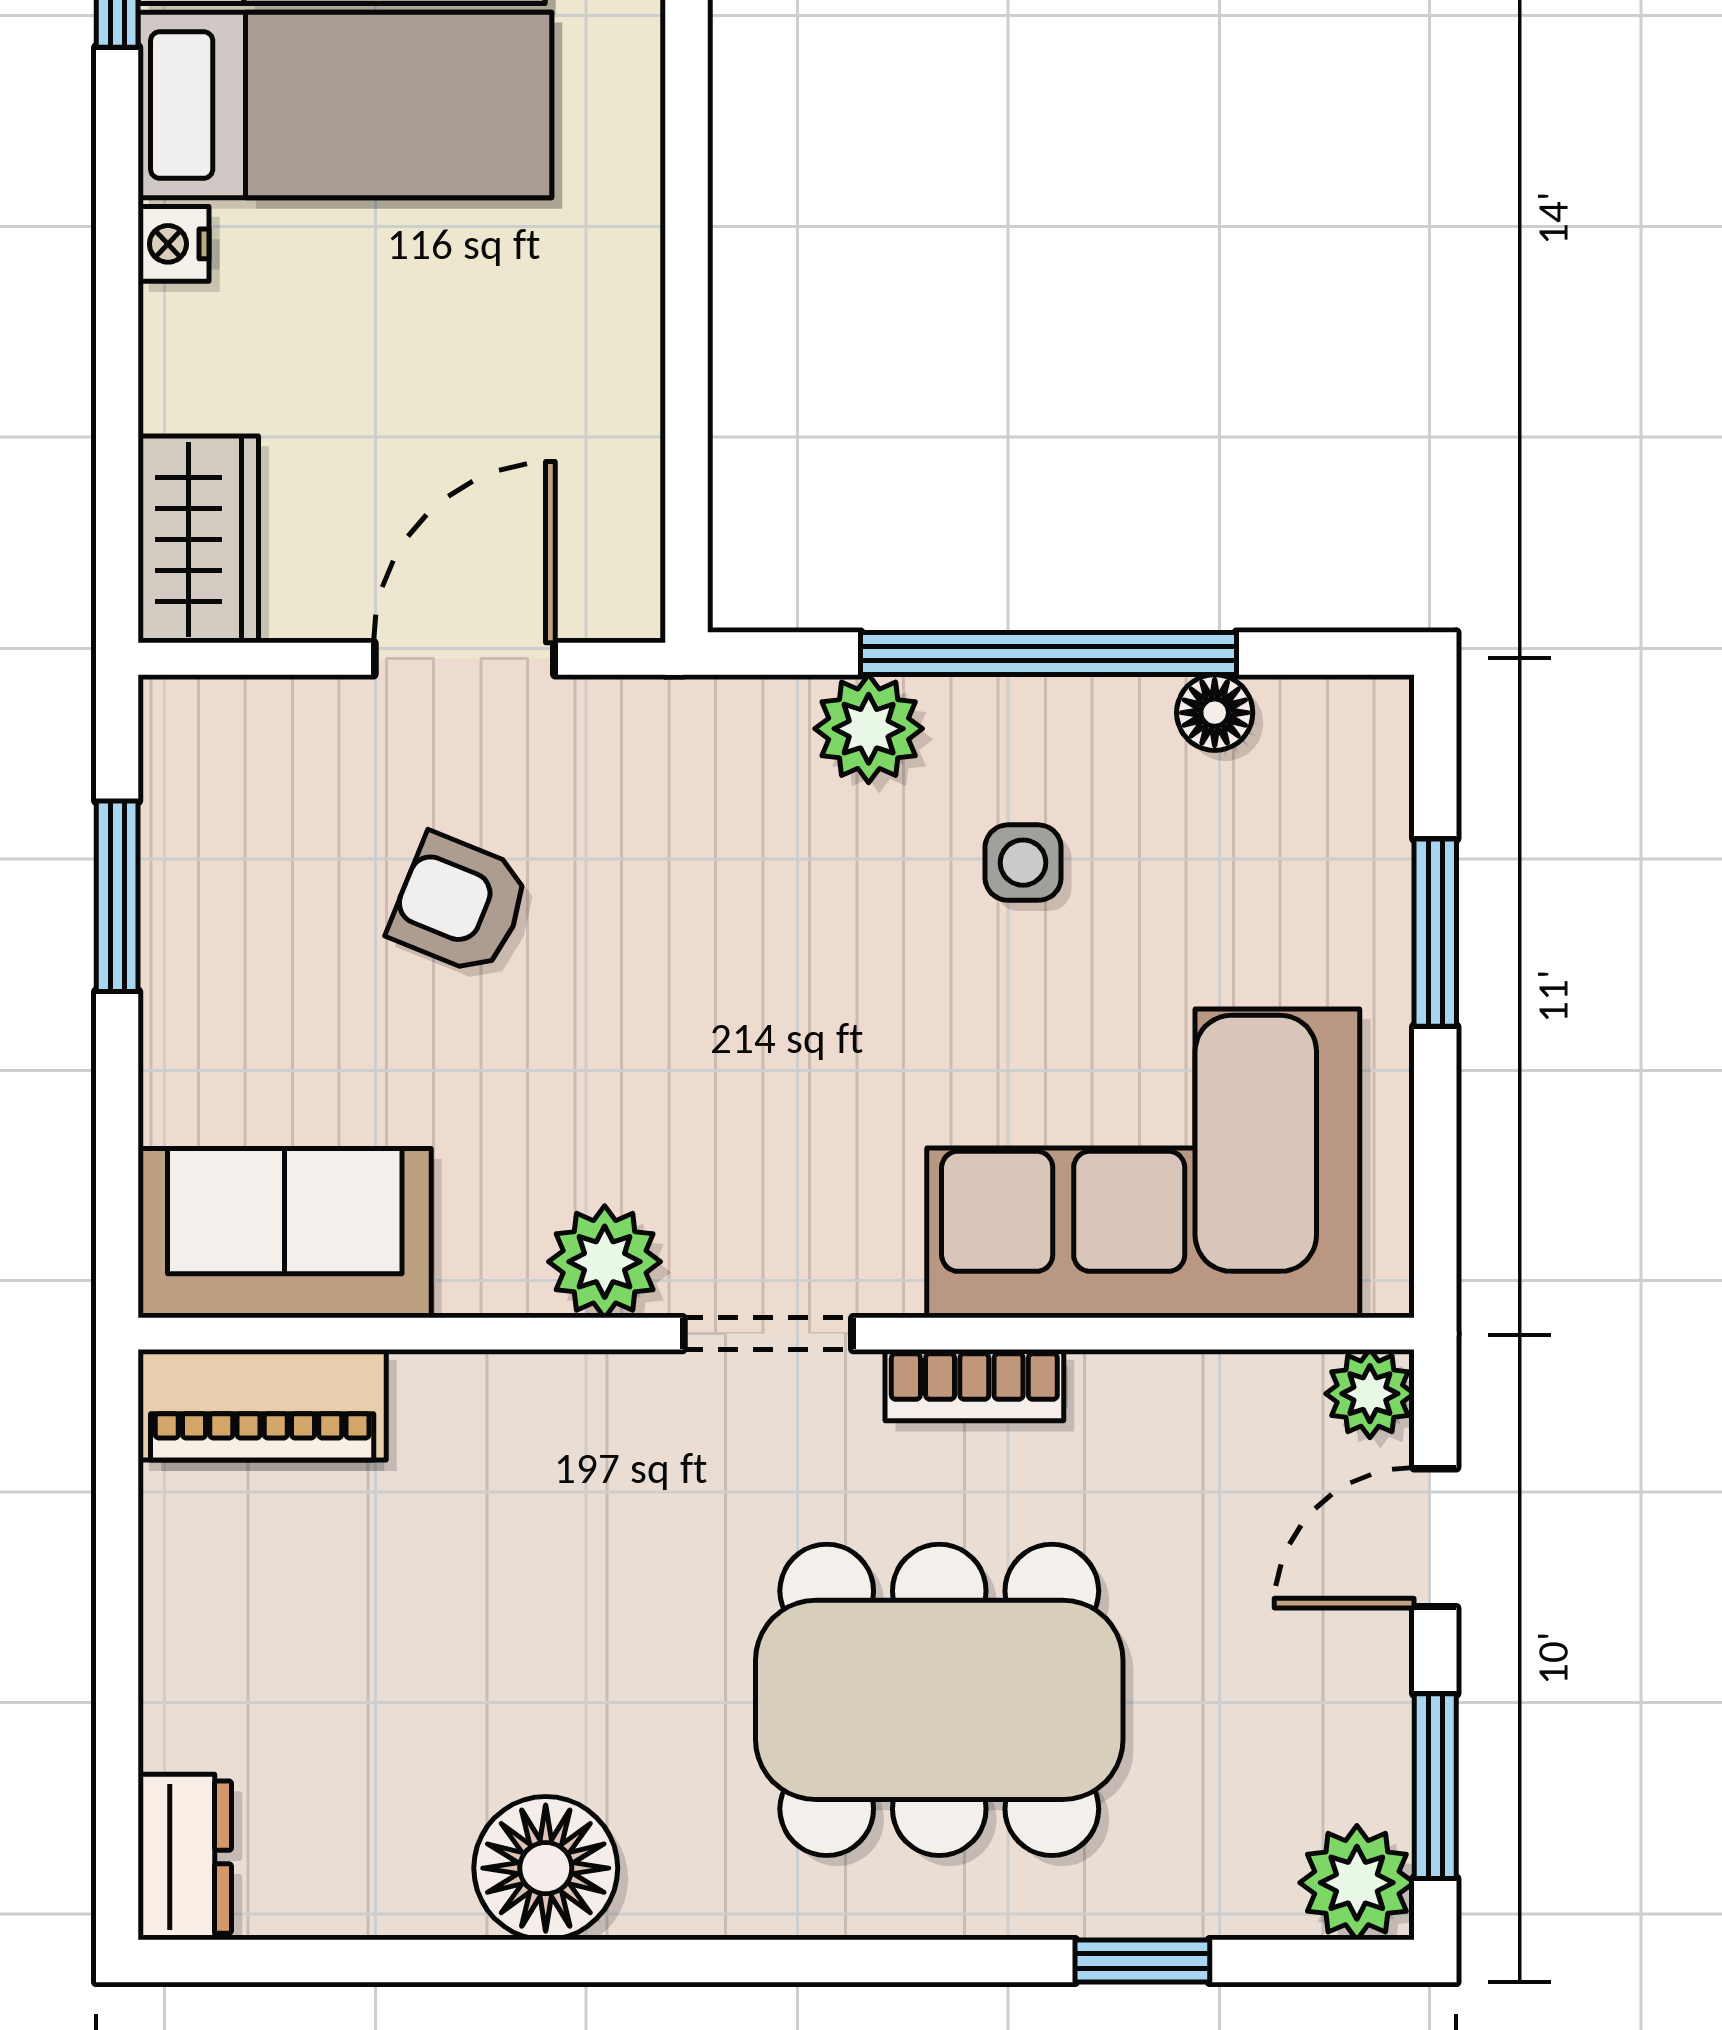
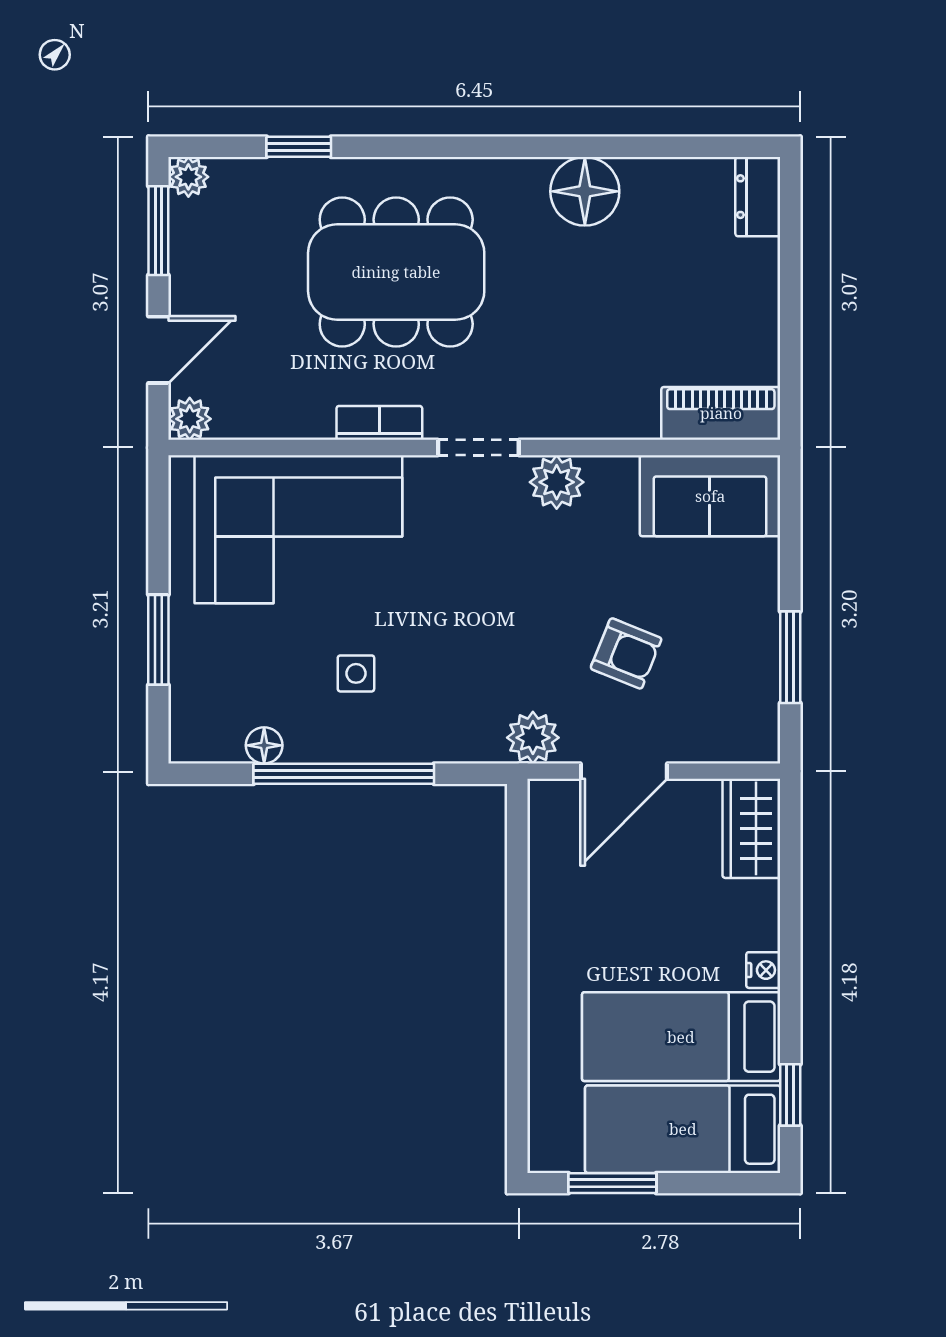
plant: (869, 729) -> (533, 738), moved
plant: (1357, 1883) -> (188, 177), width x0.73, depth x0.73

